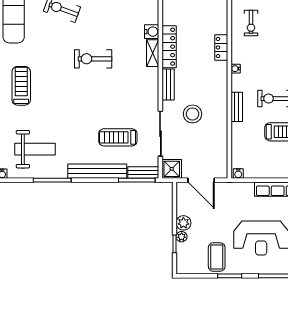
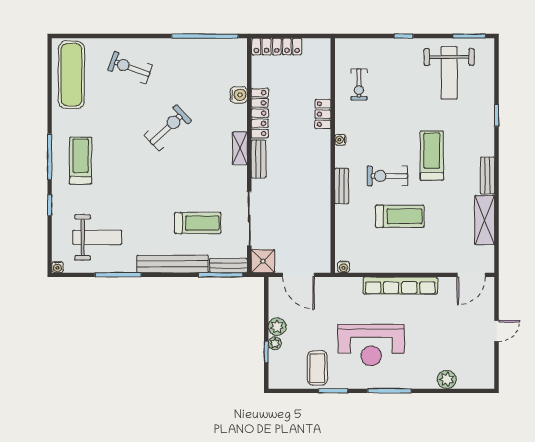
shelving: (153, 53) -> (240, 148), moved
exercise bike: (93, 59) -> (168, 128), turned 137
stool: (193, 114) -> (288, 195), removed
treadmill: (118, 137) -> (198, 223), turned 180

